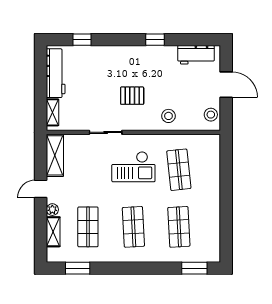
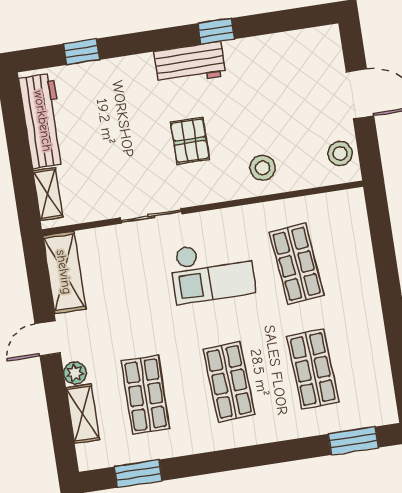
workbench: (196, 55) -> (190, 64), moved
pallet: (132, 96) -> (190, 141), turned 90

